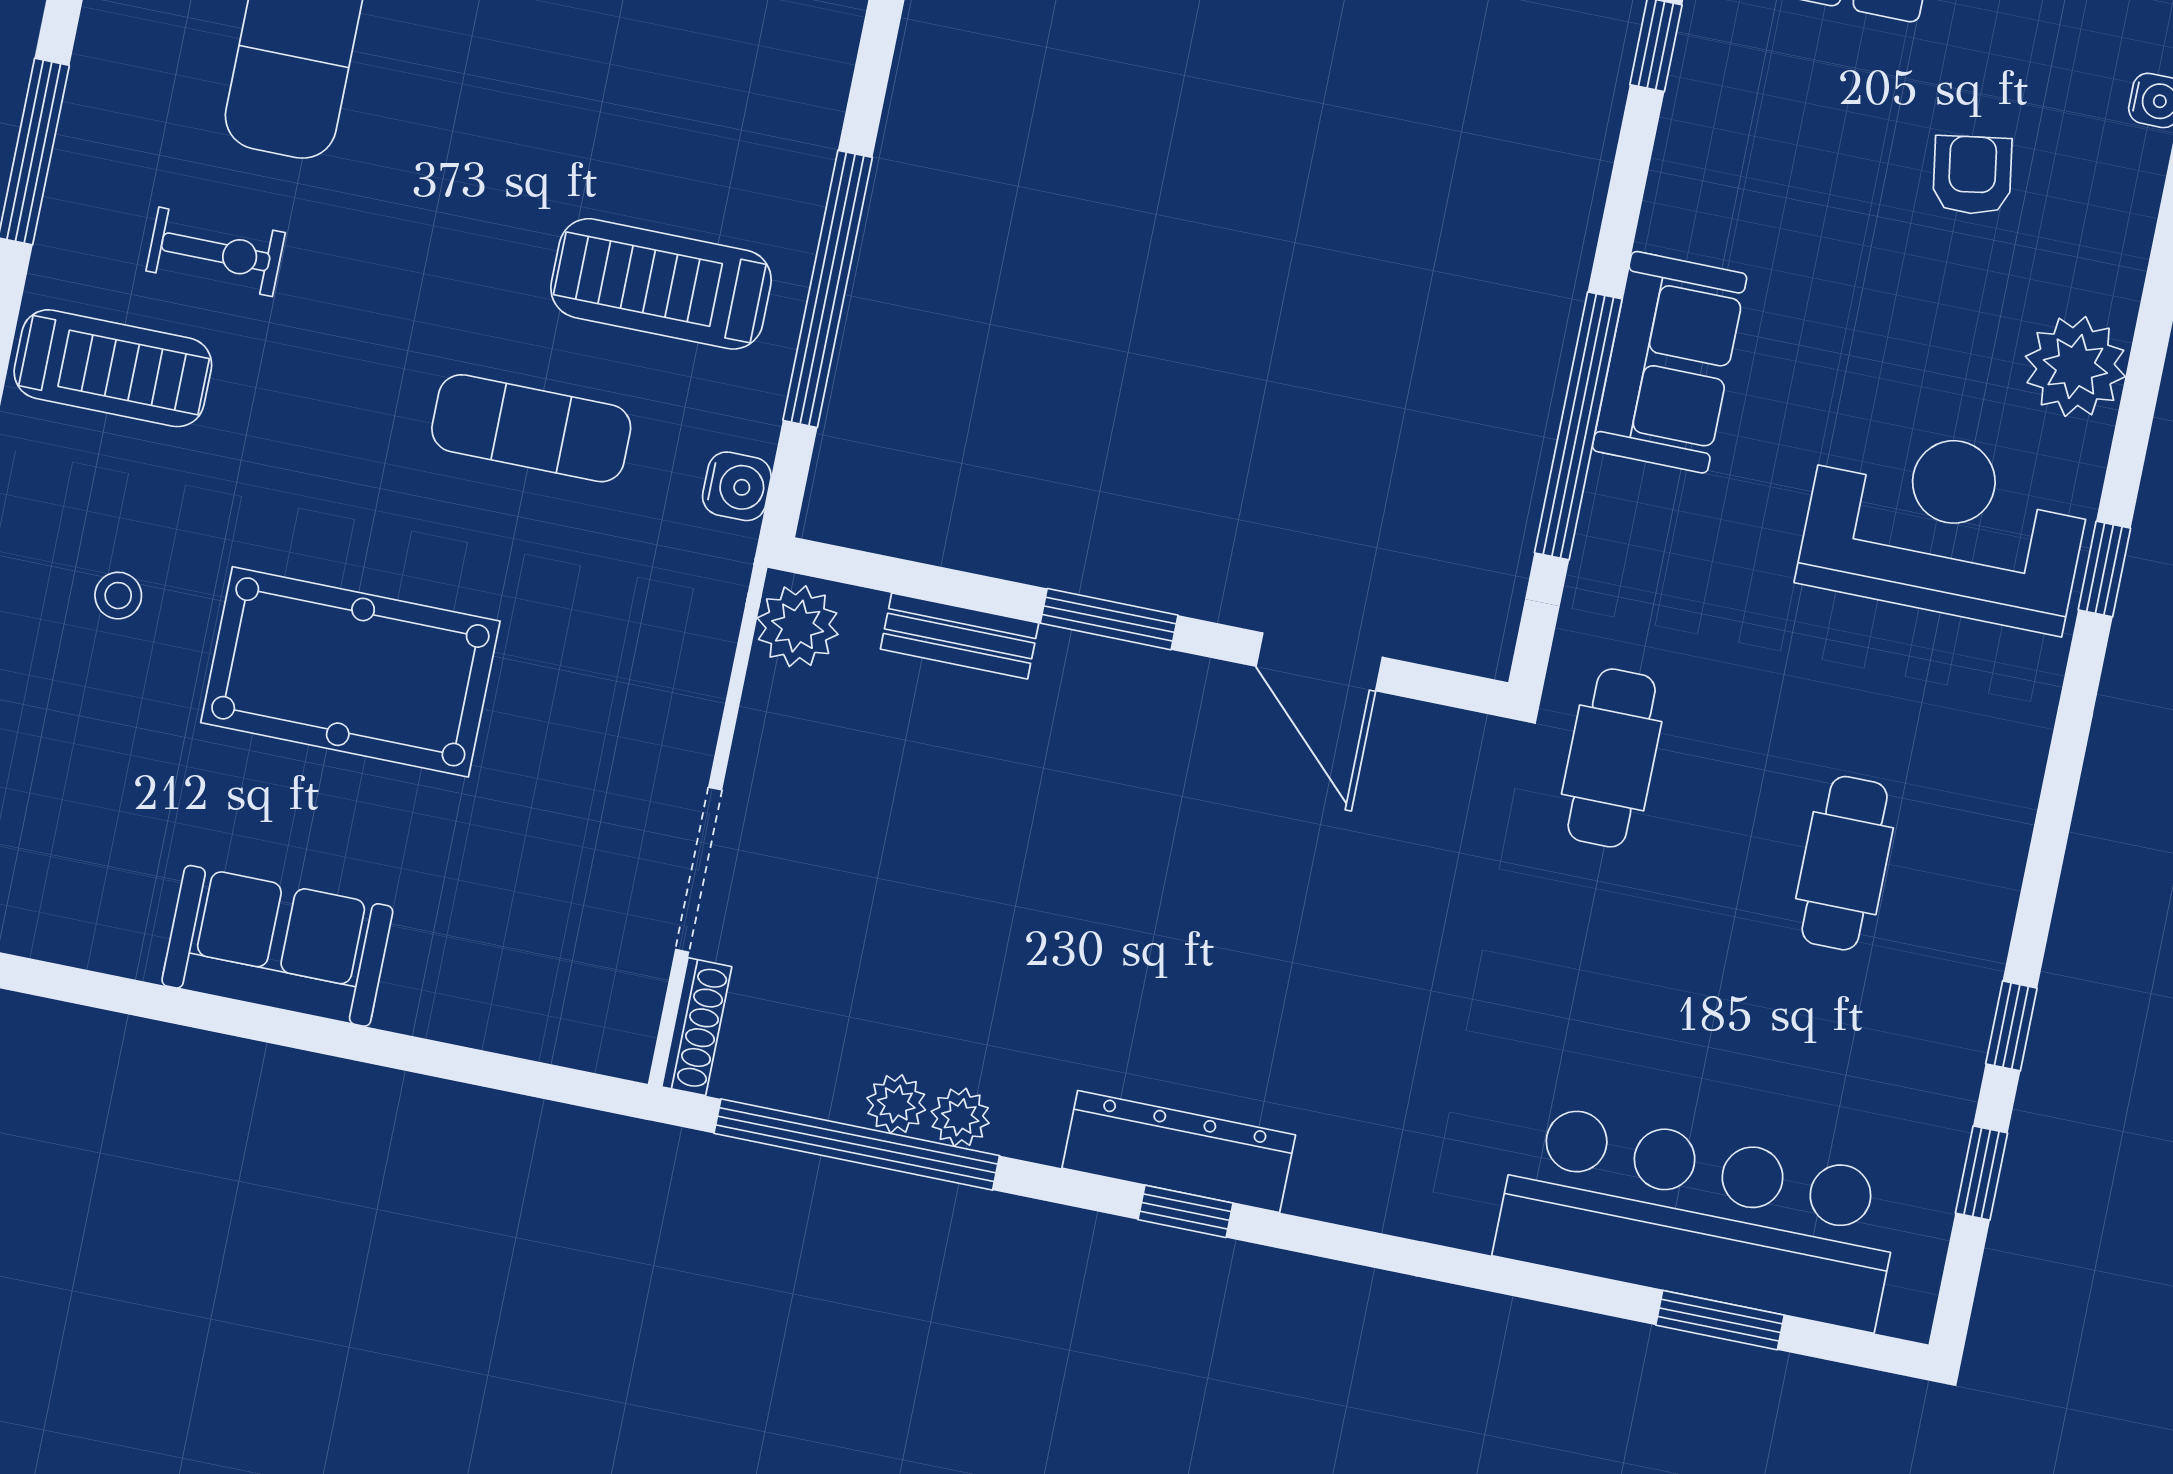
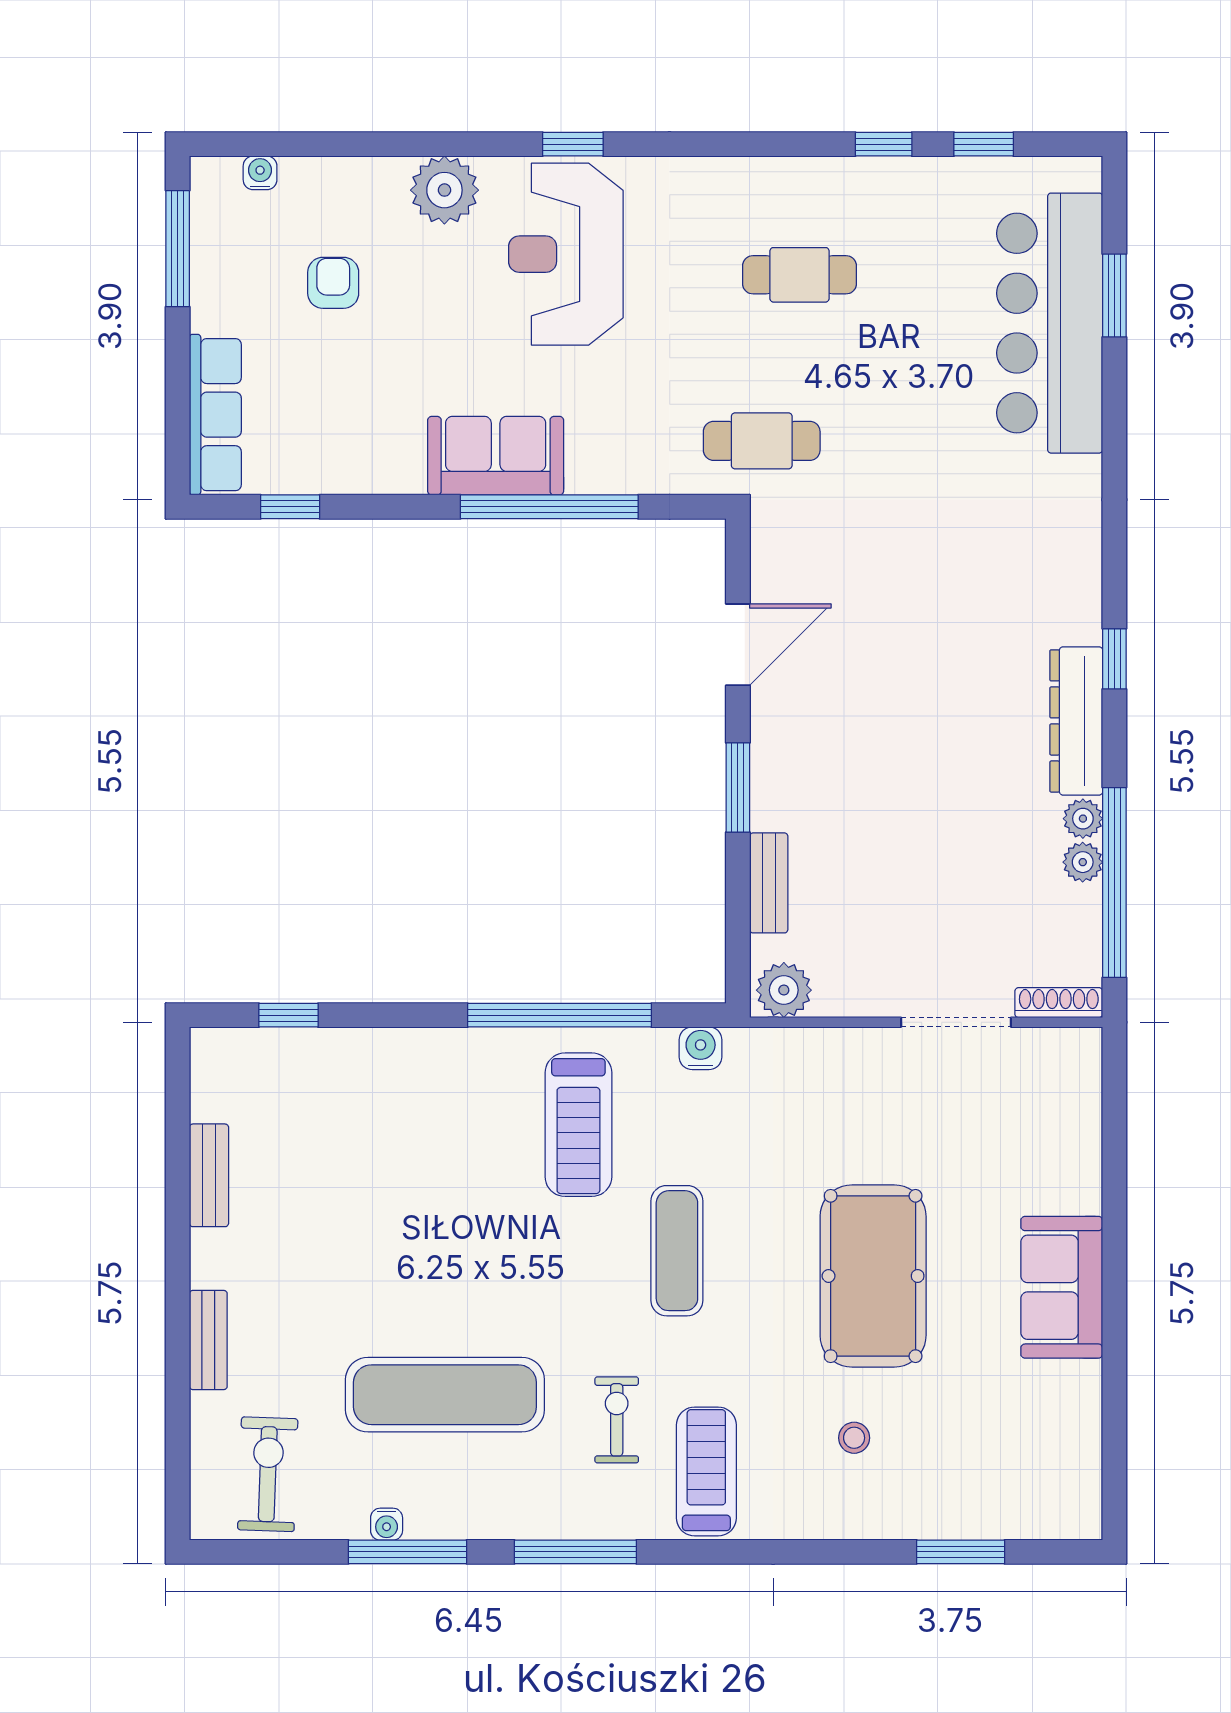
armchair: (1972, 175) -> (333, 283), turned 99
exercise mat: (531, 428) -> (677, 1251), moved
dresser: (1179, 1152) -> (1076, 721), moved

